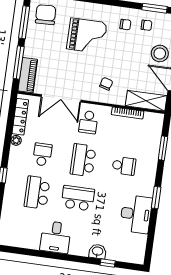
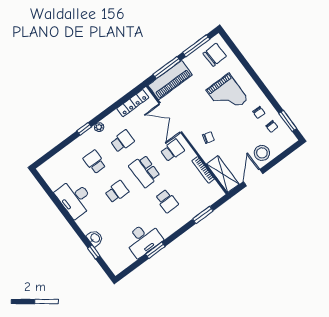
piano: (28, 75) -> (170, 80), width x1.37, depth x1.33
school desk: (88, 122) -> (172, 150), turned 180
plant: (16, 140) -> (99, 127), moved
school desk: (83, 160) -> (145, 171), turned -90
school desk: (37, 192) -> (95, 162), width x0.54
school desk: (78, 198) -> (117, 192), width x0.54
window: (156, 198) -> (155, 250), moved
desk: (56, 237) -> (75, 198), width x1.37

